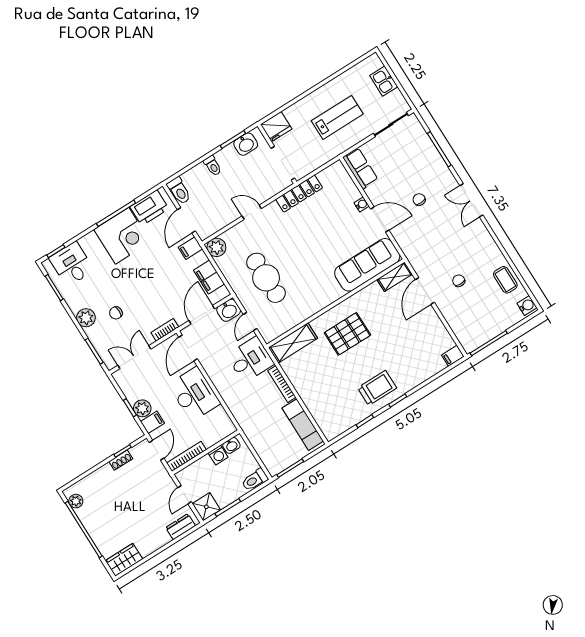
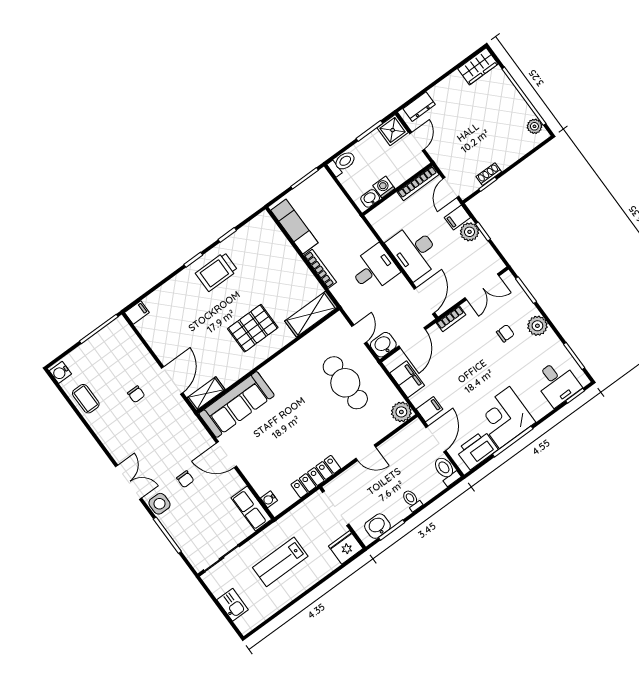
side table: (444, 179) -> (159, 504), added
water cooler: (362, 204) -> (269, 499), moved
desk: (250, 360) -> (374, 269), moved, turned 180

